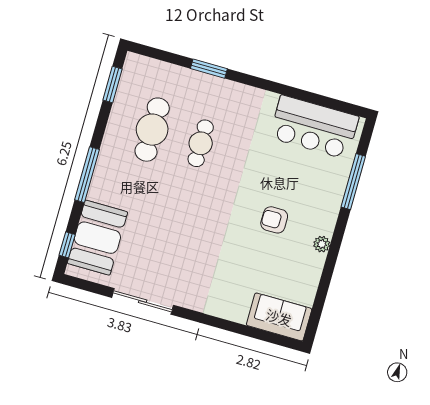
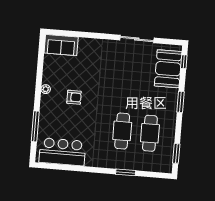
cafe table: (201, 143) -> (122, 131), width x1.37, depth x1.35
window: (87, 175) -> (180, 102), width x0.69

